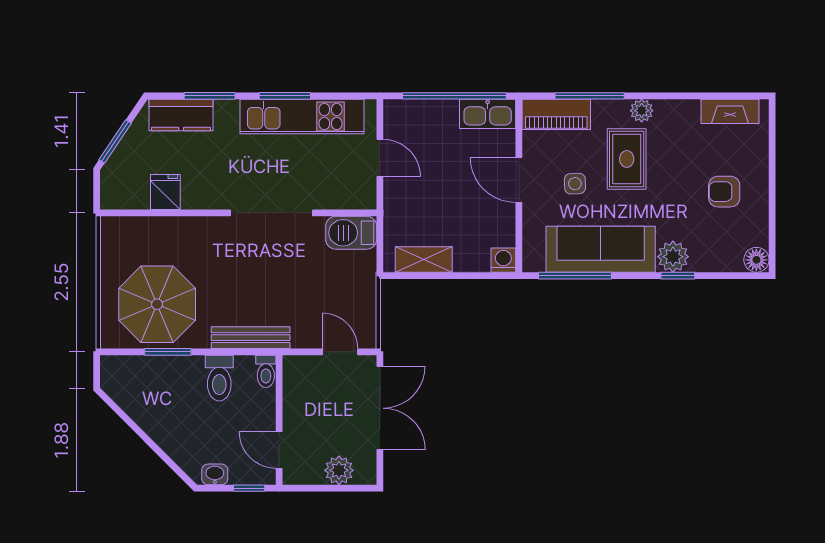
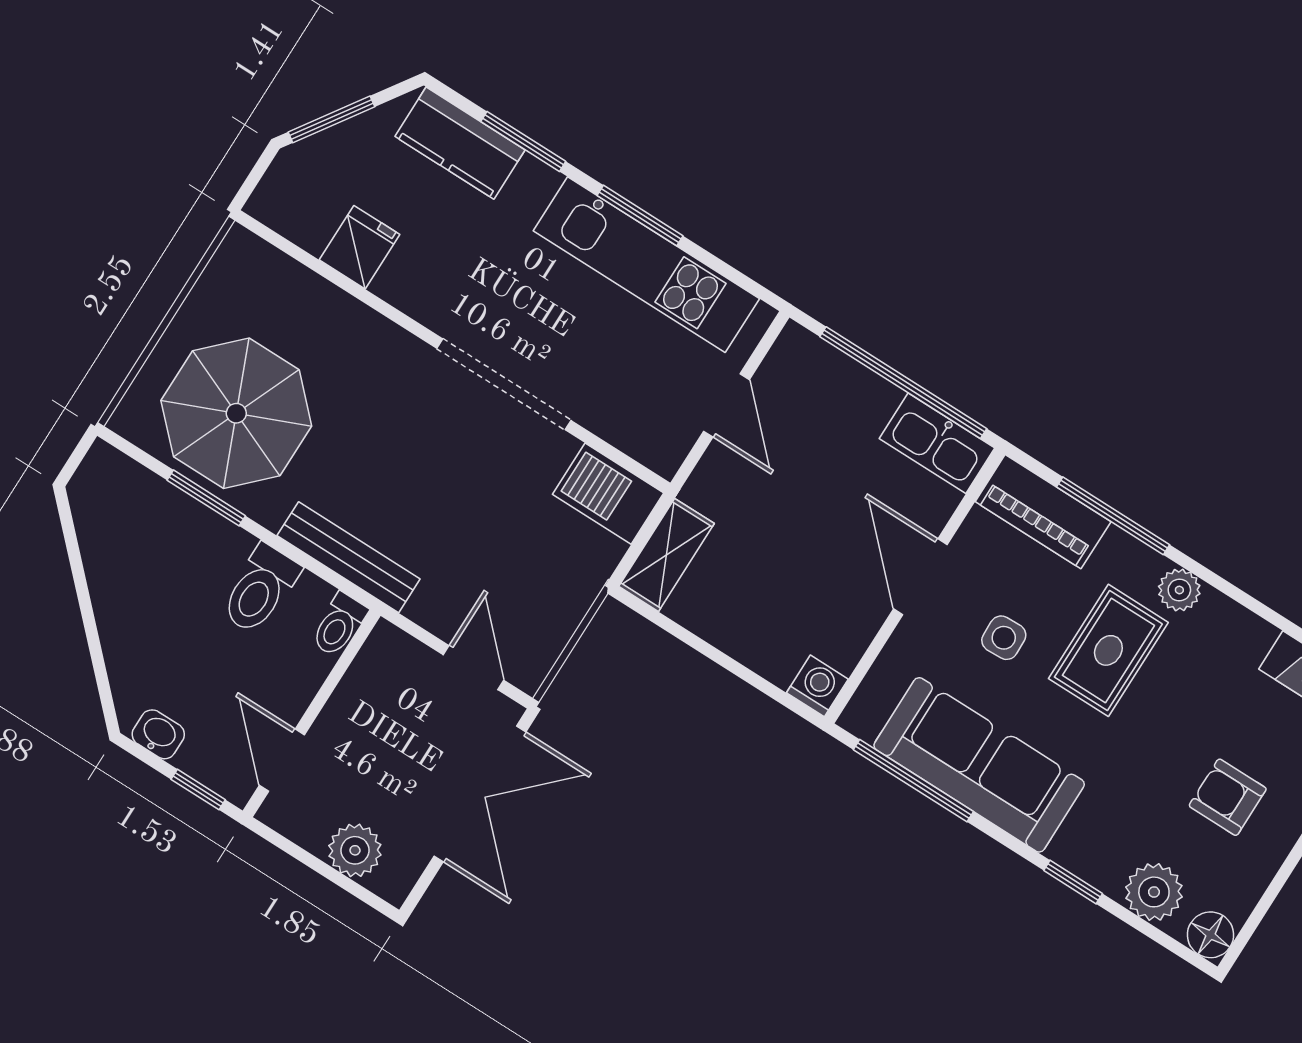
plant: (673, 257) -> (1154, 892), moved
shelving: (424, 260) -> (667, 555), moved, turned 90

